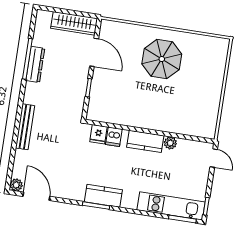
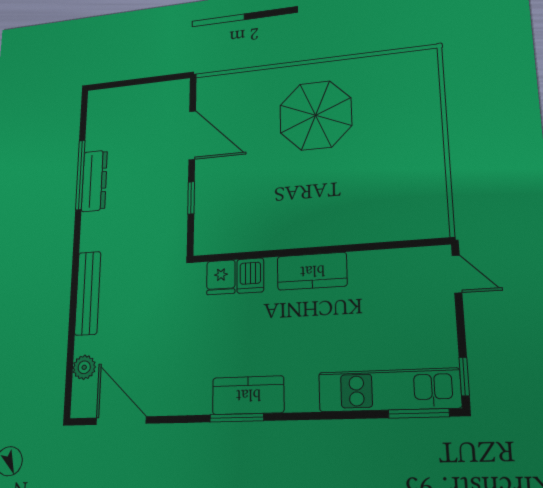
wardrobe: (74, 23) -> (152, 97), removed
plant: (170, 143) -> (362, 263), removed
plant: (16, 185) -> (84, 367), moved

